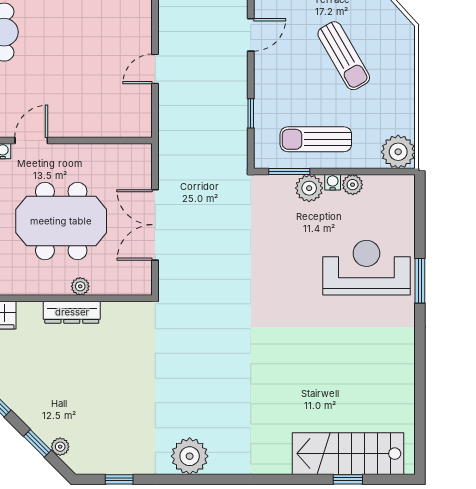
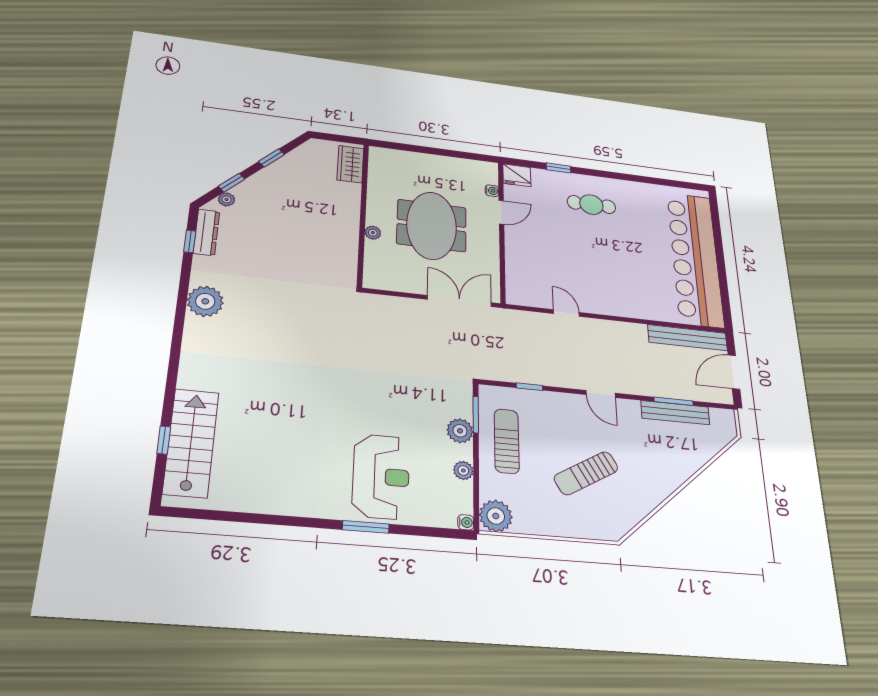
door: (31, 140) -> (501, 212), hinge flipped
water cooler: (333, 182) -> (466, 522), moved
double door: (155, 225) -> (459, 301), moved
dresser: (72, 312) -> (206, 232), moved, turned 180

